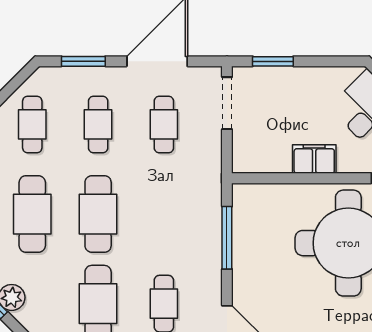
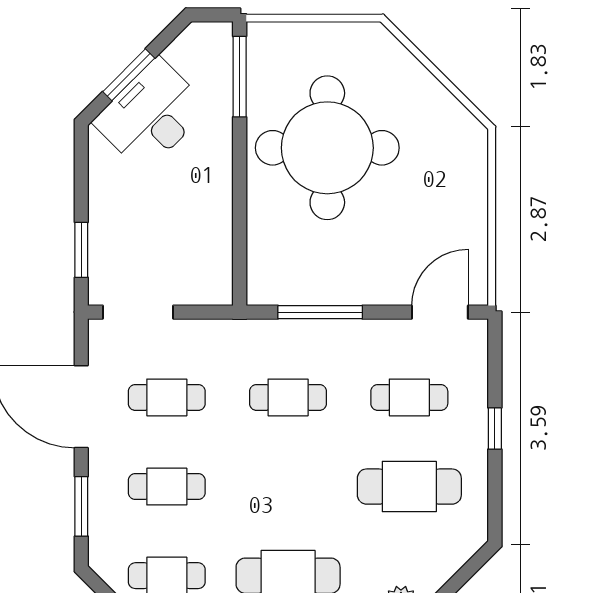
filing cabinet: (314, 159) -> (214, 194), removed
cafe table: (98, 214) -> (288, 397), moved, width x0.73, depth x0.74

